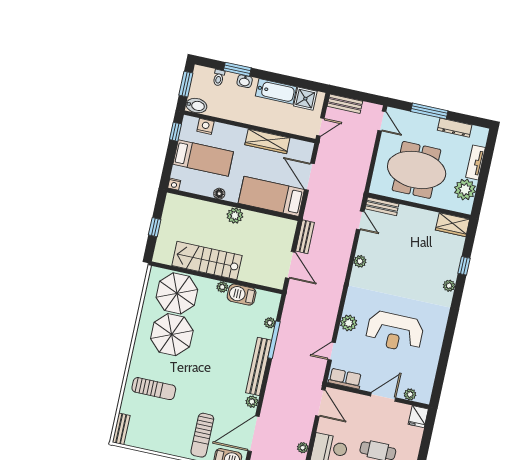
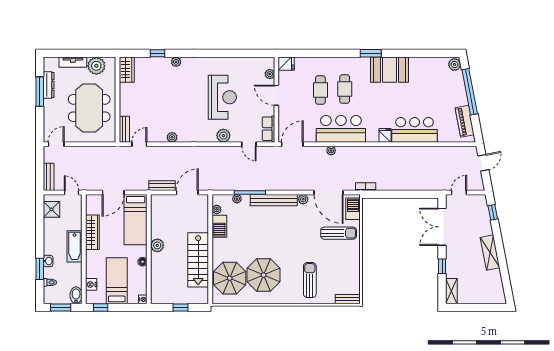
bathtub: (276, 91) -> (75, 246), moved, turned 180
window: (429, 111) -> (40, 92), moved
plant: (222, 287) -> (217, 209), moved

